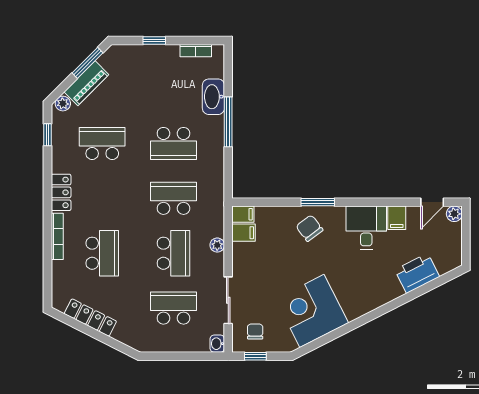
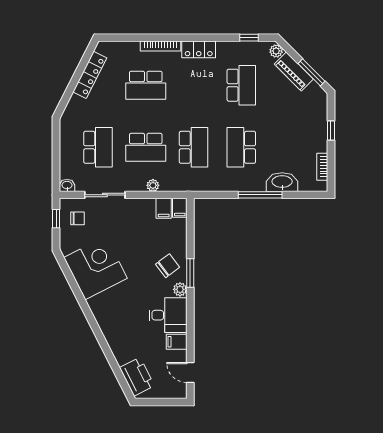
plant: (454, 214) -> (180, 289), moved
printer: (417, 273) -> (137, 377), moved

